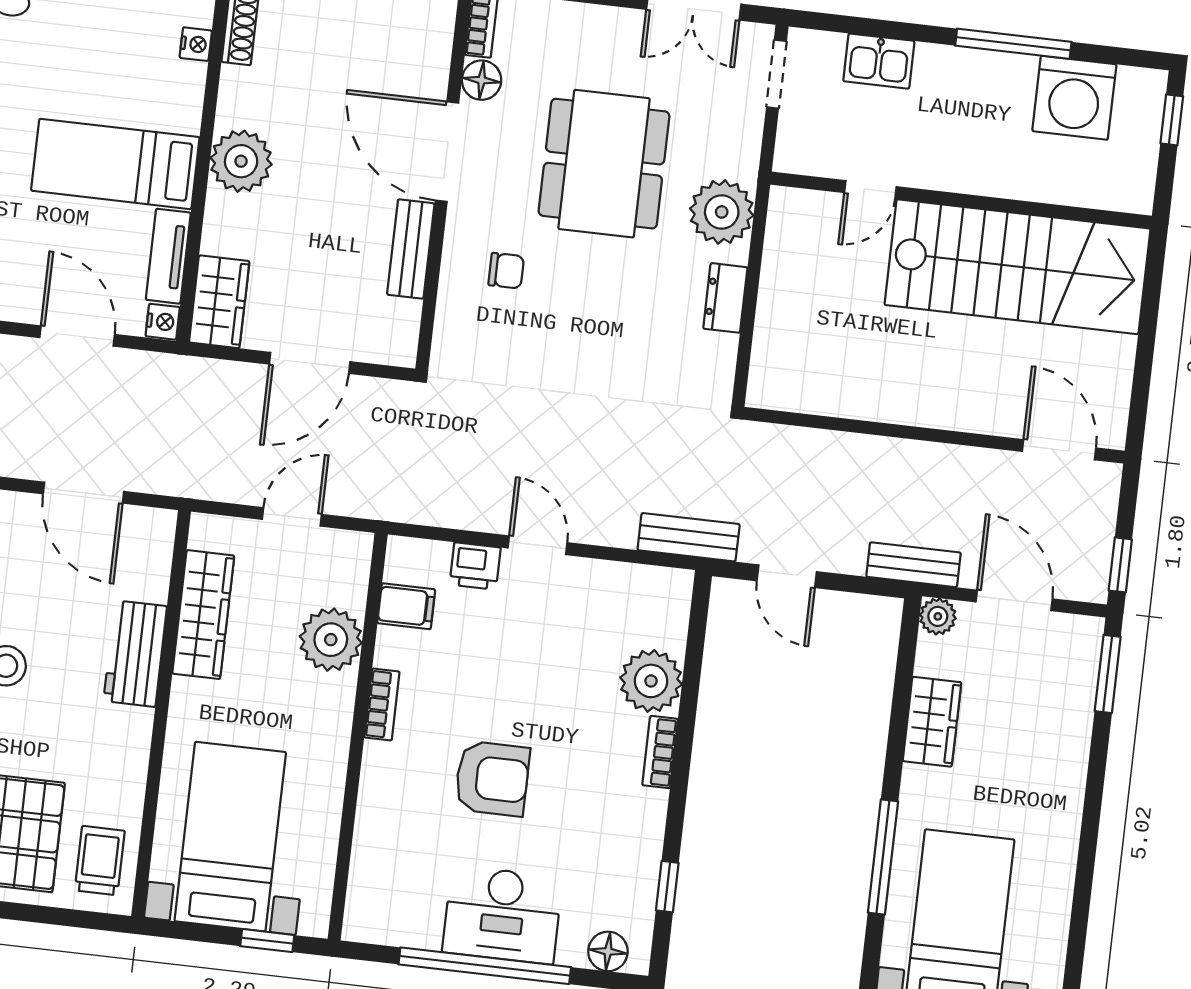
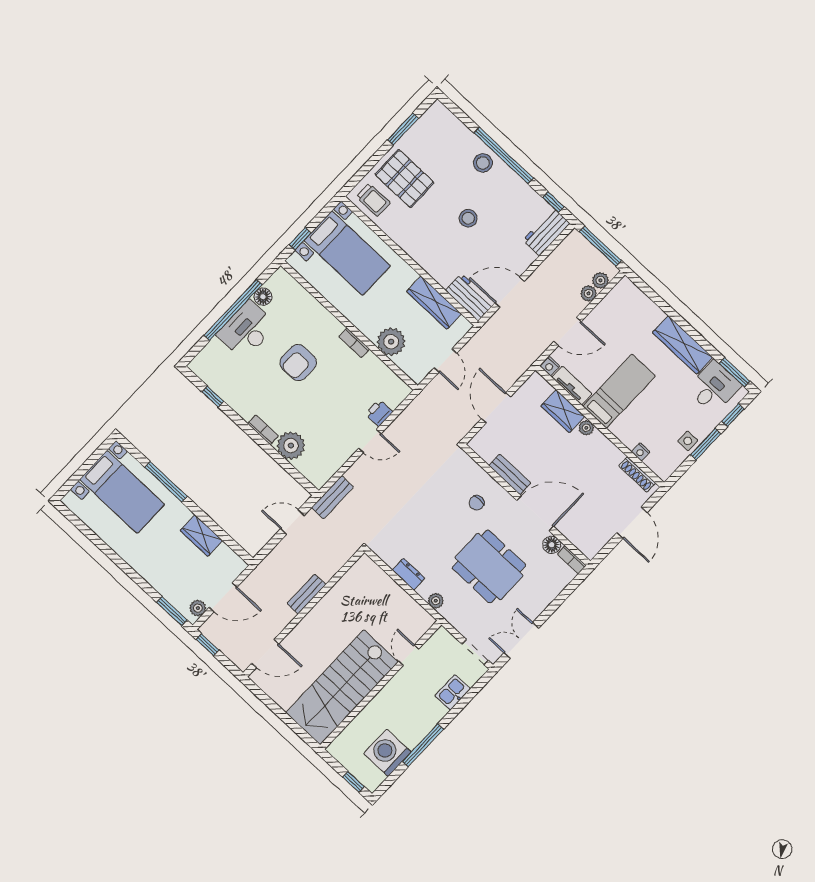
plant: (241, 161) -> (586, 428), width x0.53, depth x0.53
plant: (722, 212) -> (436, 601), width x0.53, depth x0.53
wardrobe: (219, 302) -> (563, 411), moved
bench: (914, 565) -> (306, 594), moved
filing cabinet: (406, 606) -> (383, 378), removed
plant: (938, 616) -> (198, 608), moved
workbench: (135, 654) -> (470, 297), moved
floor lamp: (608, 951) -> (263, 297), moved

